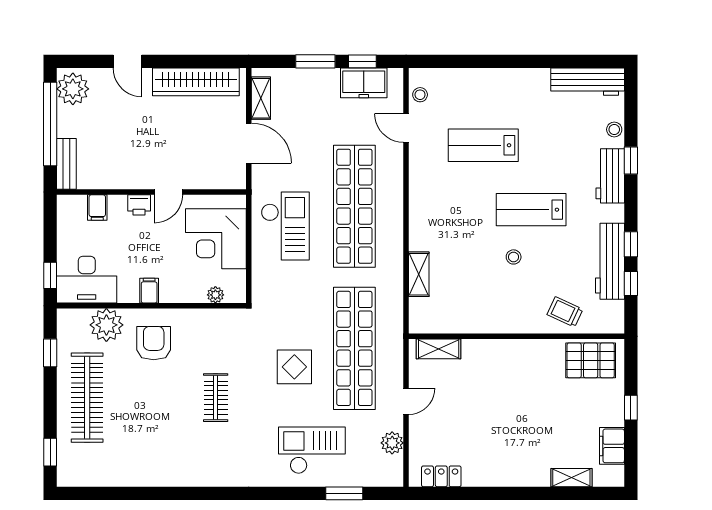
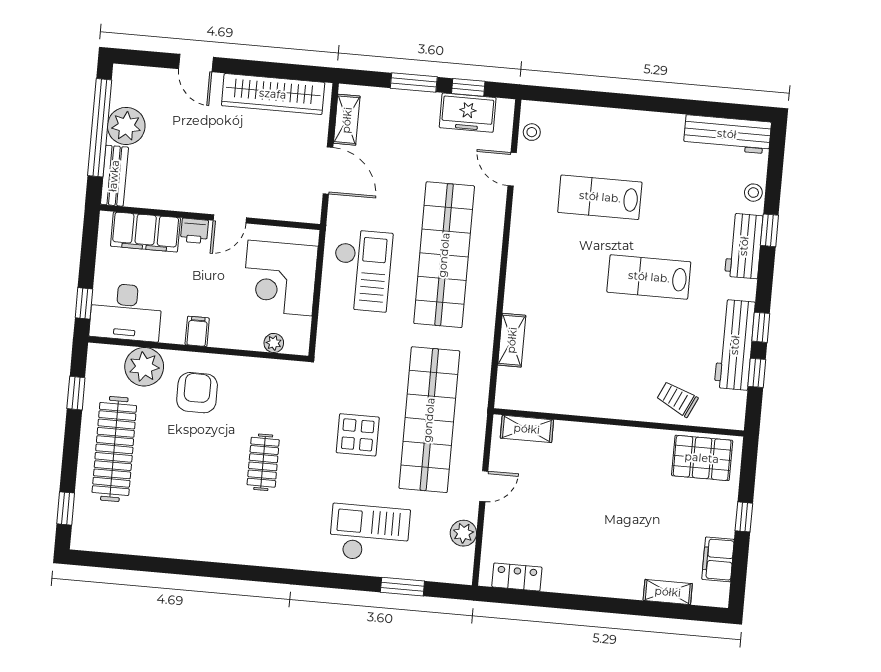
plant: (73, 89) -> (126, 126), moved
filing cabinet: (97, 207) -> (145, 232), width x3.00, depth x1.17
stool: (514, 257) -> (623, 330), removed

